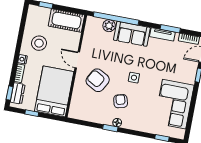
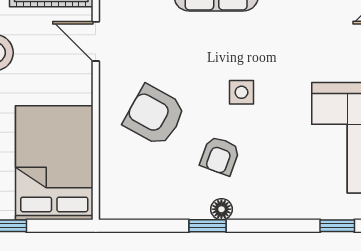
door: (77, 60) -> (96, 41), moved
armchair: (121, 101) -> (220, 156), turned -144

